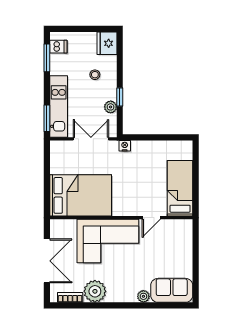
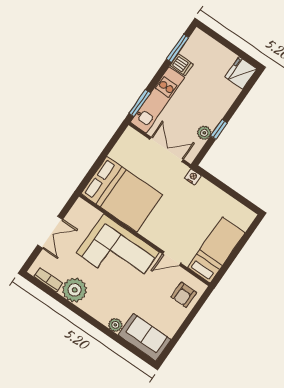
dishwasher: (58, 47) -> (182, 65), moved
stool: (95, 75) -> (210, 94), removed
armchair: (179, 238) -> (184, 295), added
double door: (47, 261) -> (50, 232), width x0.73

